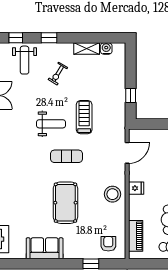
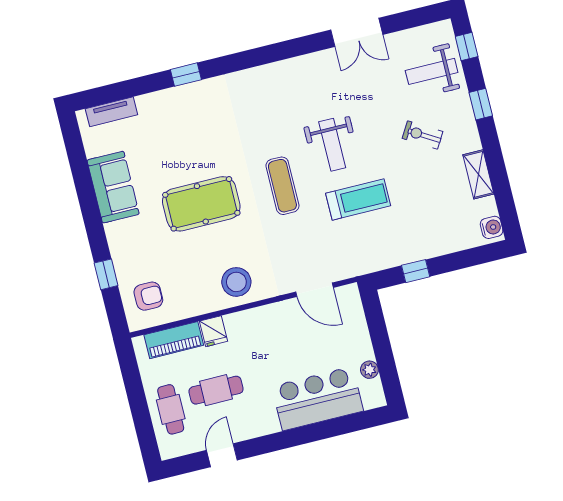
water cooler: (106, 49) -> (492, 227), moved
fridge: (136, 188) -> (213, 331), moved

